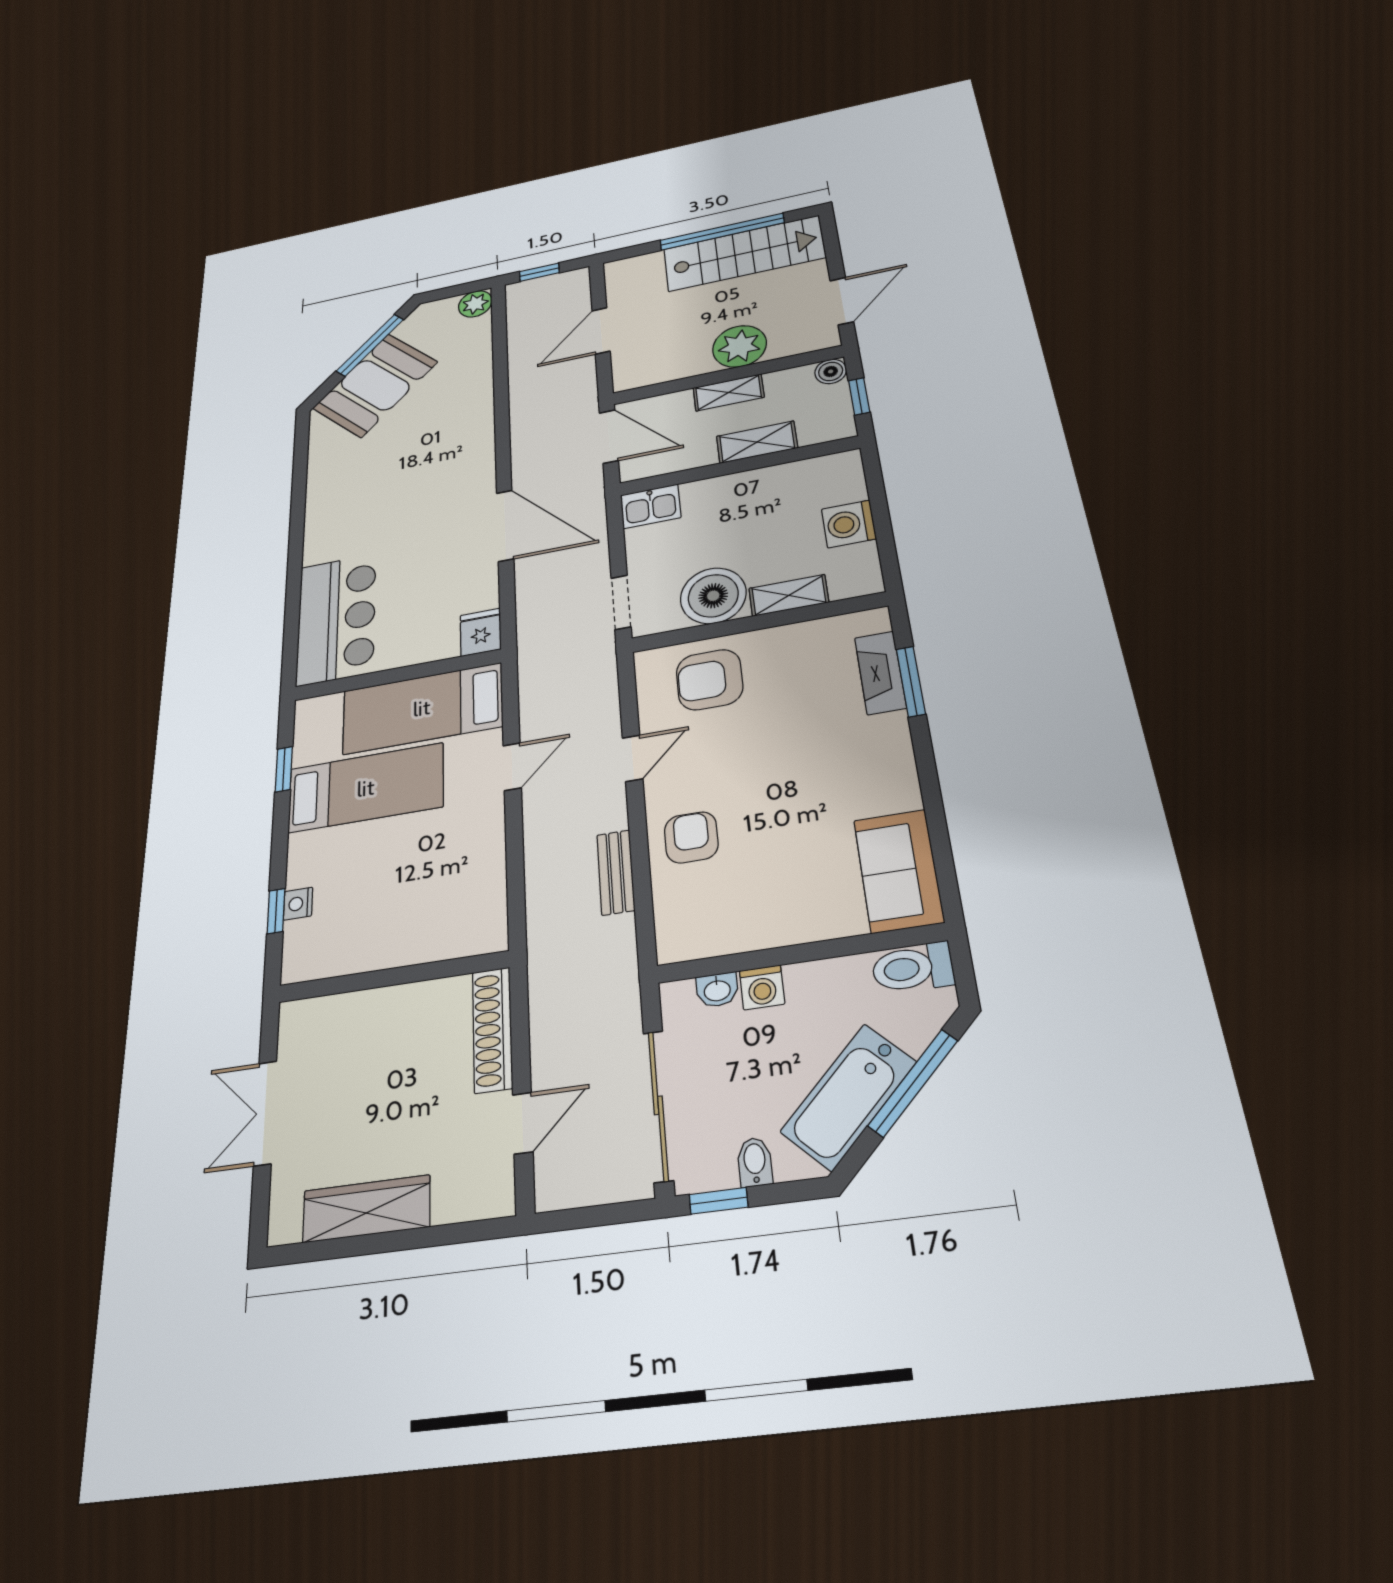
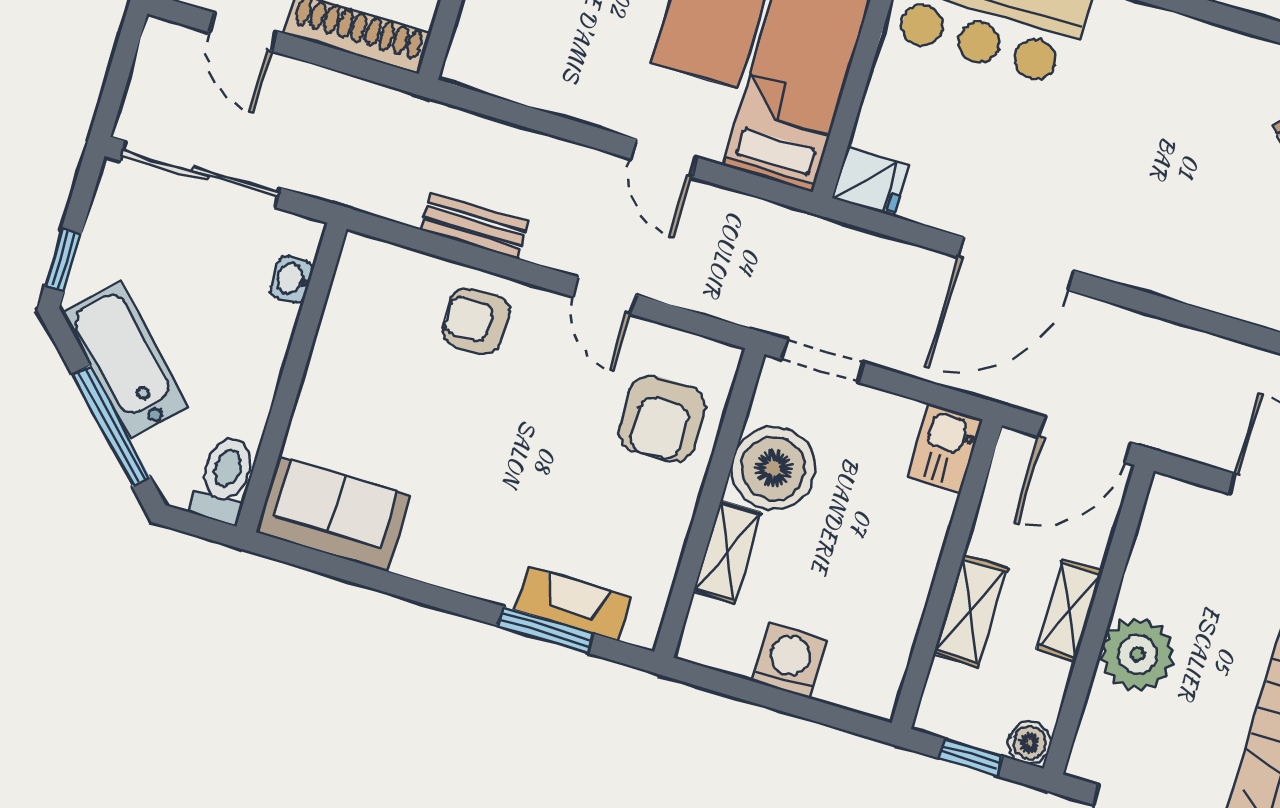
armchair: (710, 680) -> (662, 419), turned 180
armchair: (691, 837) -> (476, 321), turned 180
washing machine: (762, 987) -> (273, 325), removed
bidet: (755, 1162) -> (103, 245), removed
window: (719, 1201) -> (63, 260), moved

